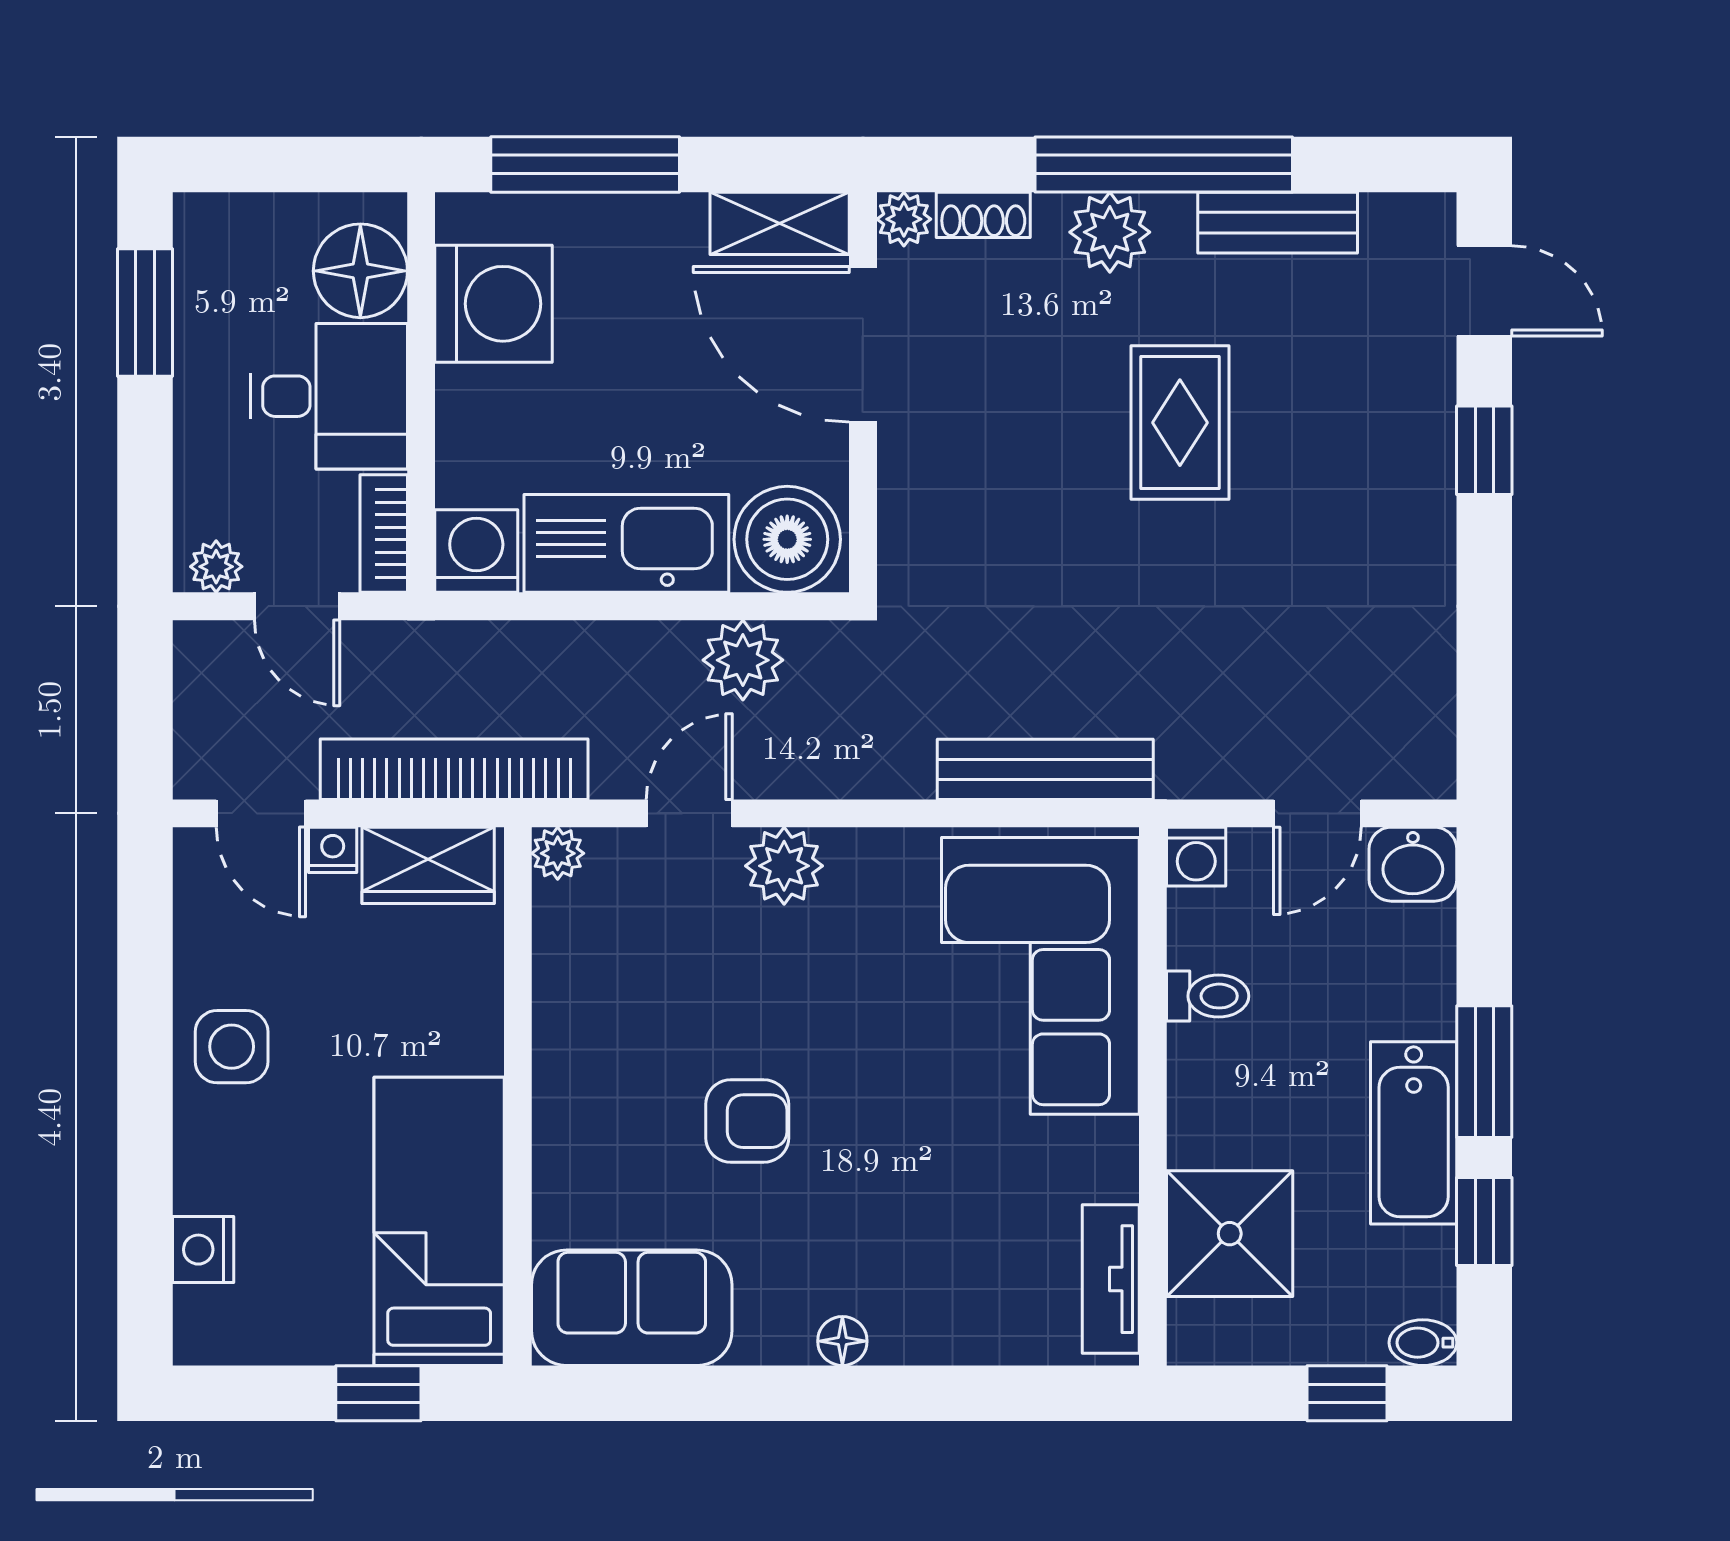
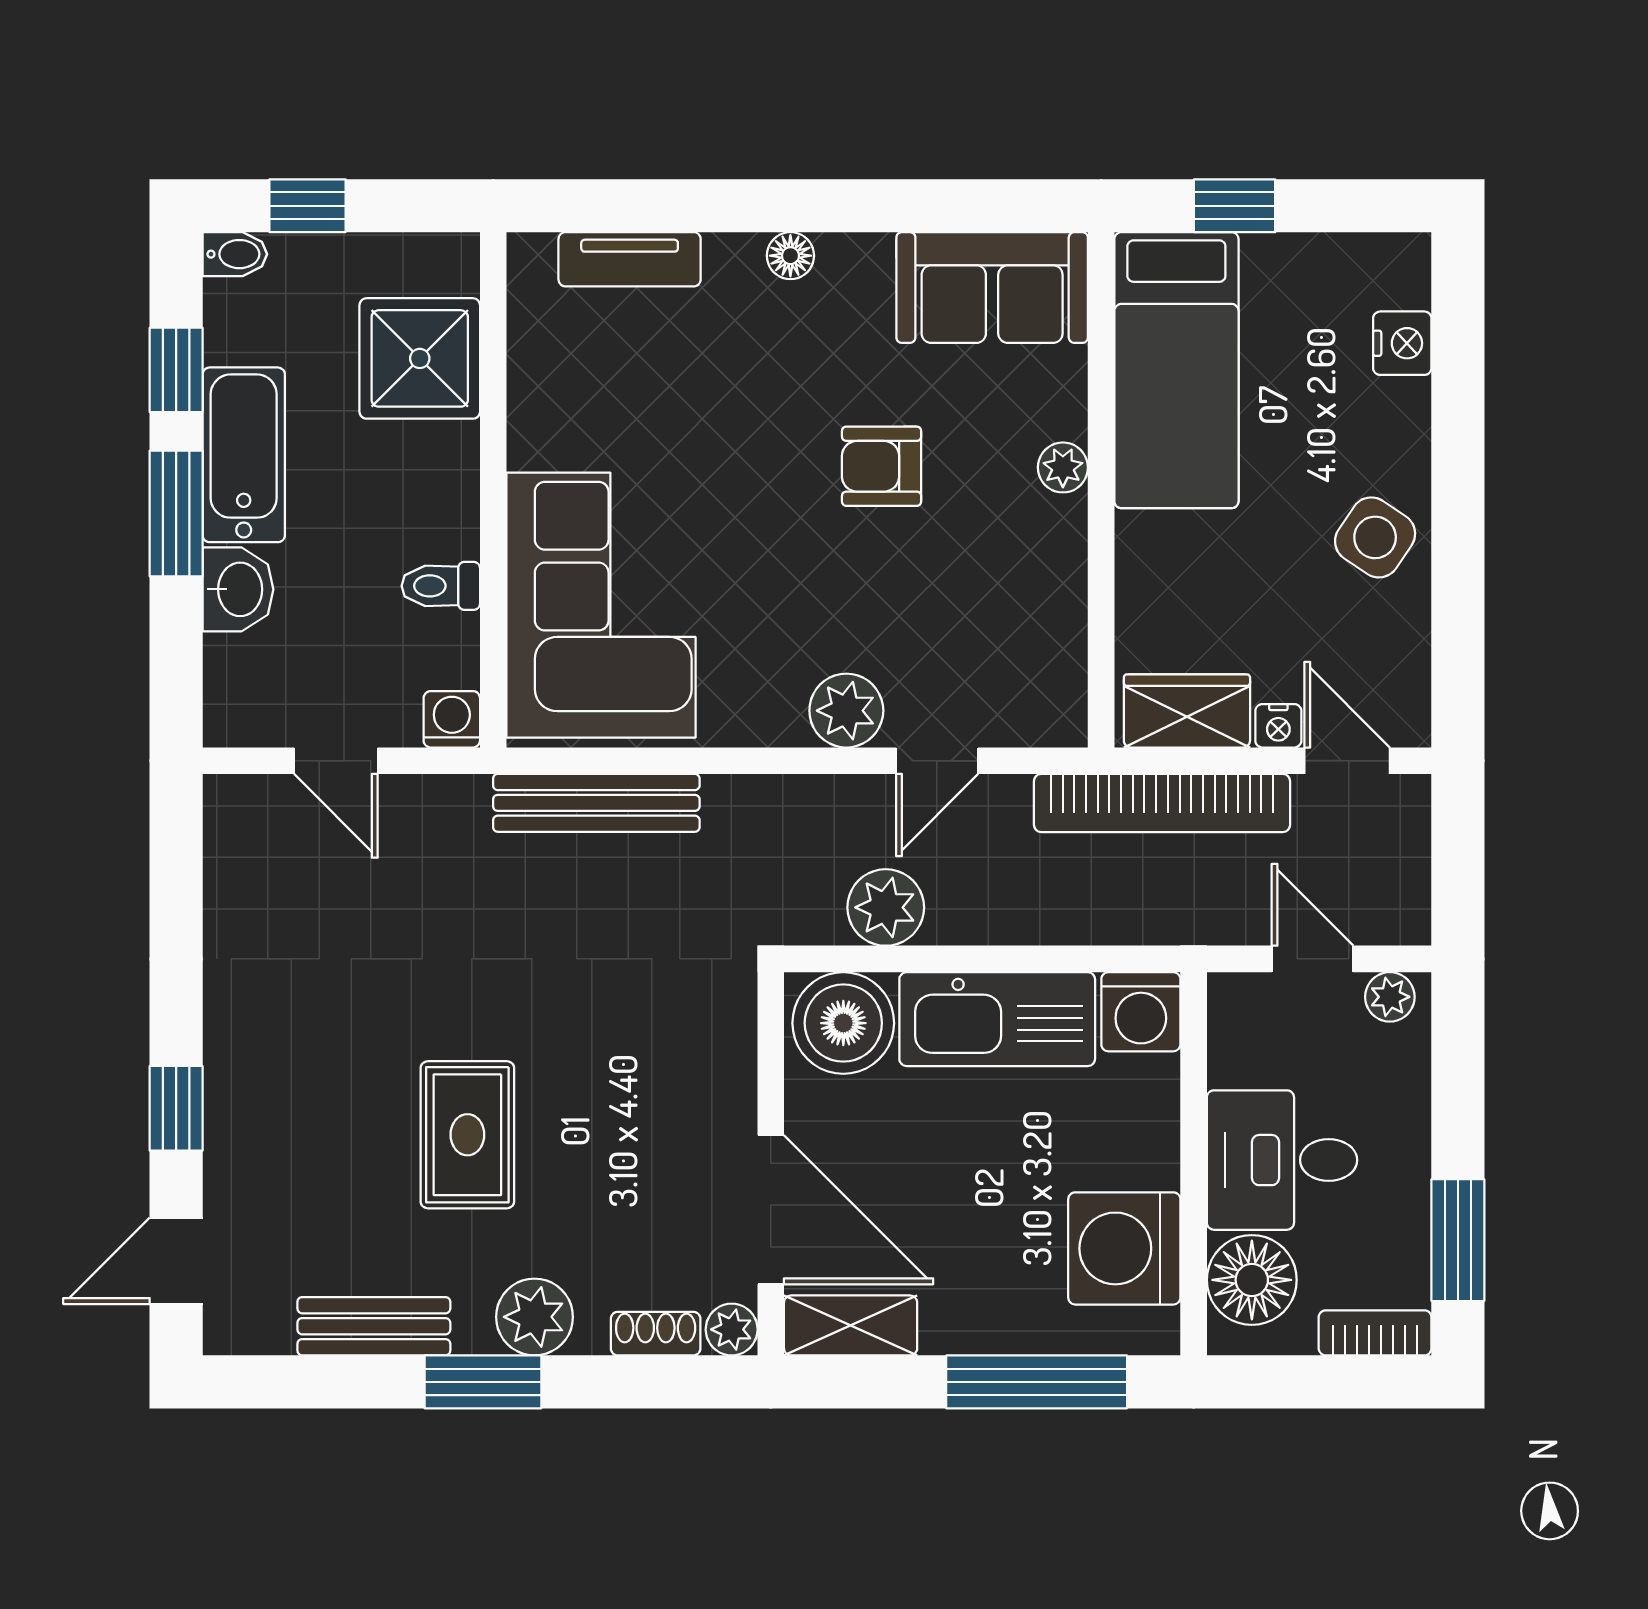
window: (1164, 164) -> (483, 1382), width x0.47
door: (1484, 291) -> (176, 1261), hinge flipped
bookcase: (384, 533) -> (1375, 1333), moved, turned -90
door: (1317, 813) -> (336, 761), swing flipped
plant: (558, 853) -> (1063, 467), moved
washbasin: (1413, 864) -> (238, 589), moved, turned 90
side table: (232, 1047) -> (1375, 537), turned 34
tv unit: (1111, 1279) -> (630, 259), moved, turned 90

